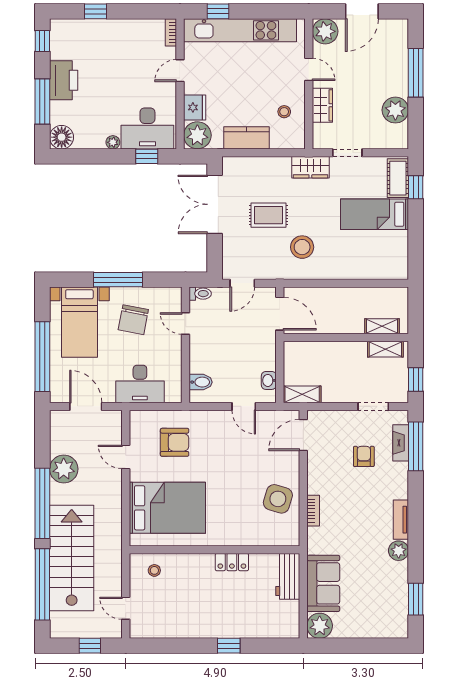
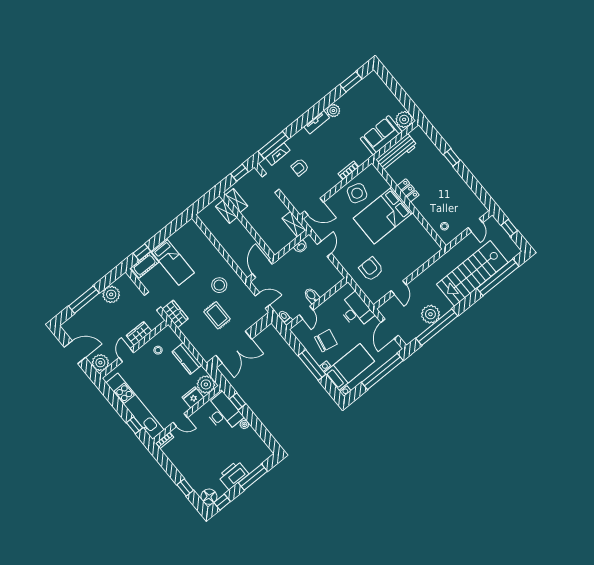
floor lamp: (62, 137) -> (209, 497), moved
bidet: (201, 382) -> (312, 296), moved
window: (42, 503) -> (437, 327), moved
bed: (167, 508) -> (383, 215), moved, turned -90
workbench: (288, 576) -> (397, 153), width x1.38

